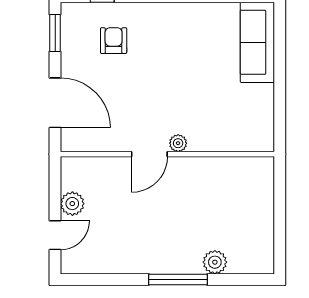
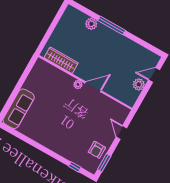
armchair: (114, 41) -> (97, 150), moved
door: (55, 103) -> (121, 132), width x0.53
wardrobe: (231, 169) -> (61, 60), added

